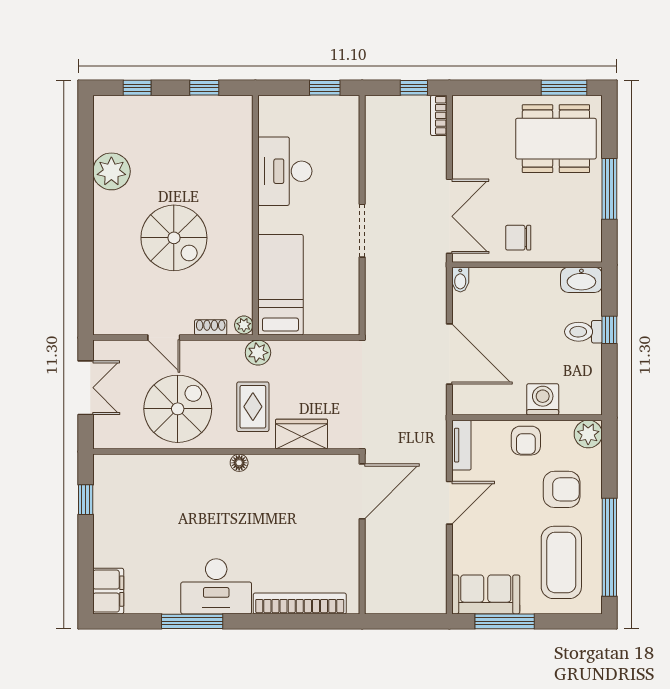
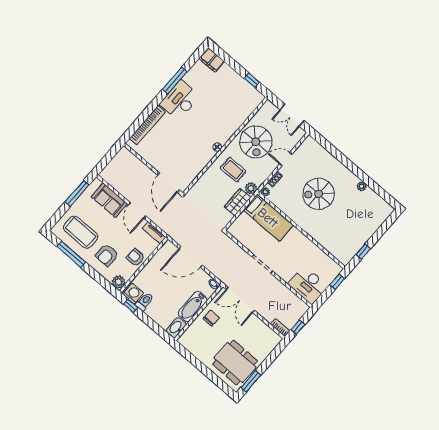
window: (137, 88) -> (384, 227), removed
window: (325, 88) -> (337, 282), moved
dining table: (556, 139) -> (235, 363), turned 90
plant: (111, 171) -> (362, 186), width x0.53, depth x0.53
desk: (285, 171) -> (308, 285), moved, turned 180
window: (609, 189) -> (200, 366), removed
bathtub: (525, 283) -> (193, 306), added
window: (609, 330) -> (131, 306), moved
toilet: (583, 332) -> (145, 302), moved
washing machine: (543, 399) -> (133, 294), moved, turned -90
wardrobe: (301, 434) -> (237, 202), moved, turned 180
window: (609, 547) -> (71, 254), width x0.68
sofa: (486, 594) -> (109, 200), moved, turned 90

